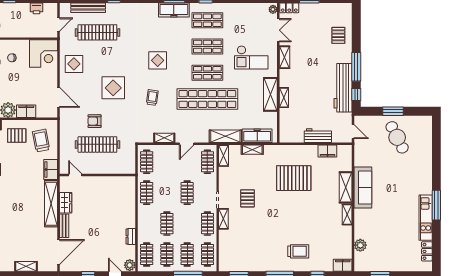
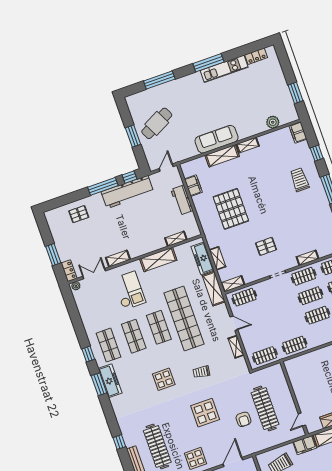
shelving: (284, 98) -> (176, 239), moved
window: (436, 154) -> (159, 80), added
clothes rail: (187, 193) -> (311, 296), moved
shelving: (223, 219) -> (308, 258), moved

